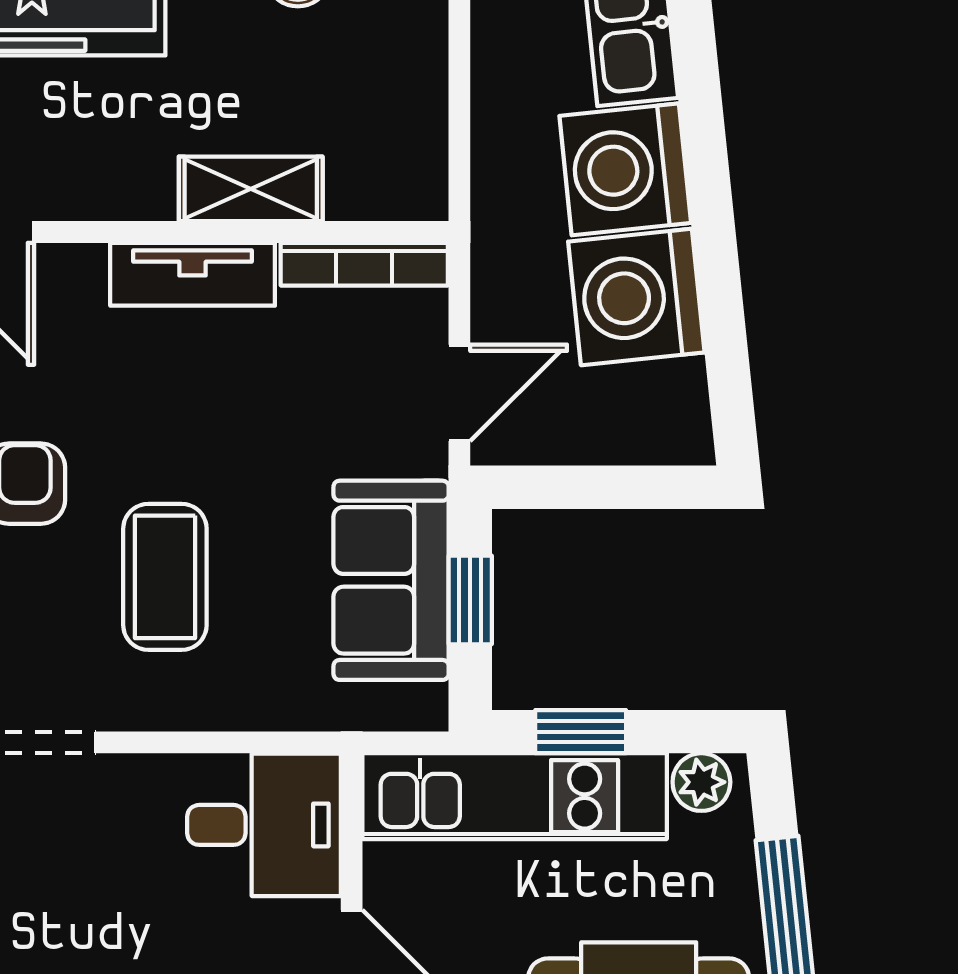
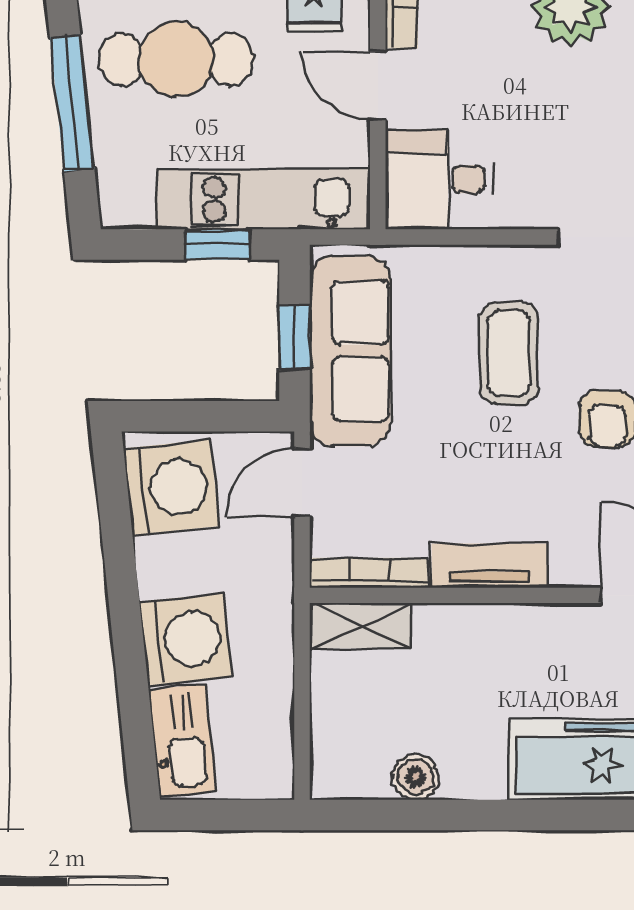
shelving: (251, 189) -> (360, 626), moved
washing machine: (636, 297) -> (171, 487), moved
sofa: (391, 580) -> (350, 351), width x1.36
plant: (701, 782) -> (132, 209), removed

